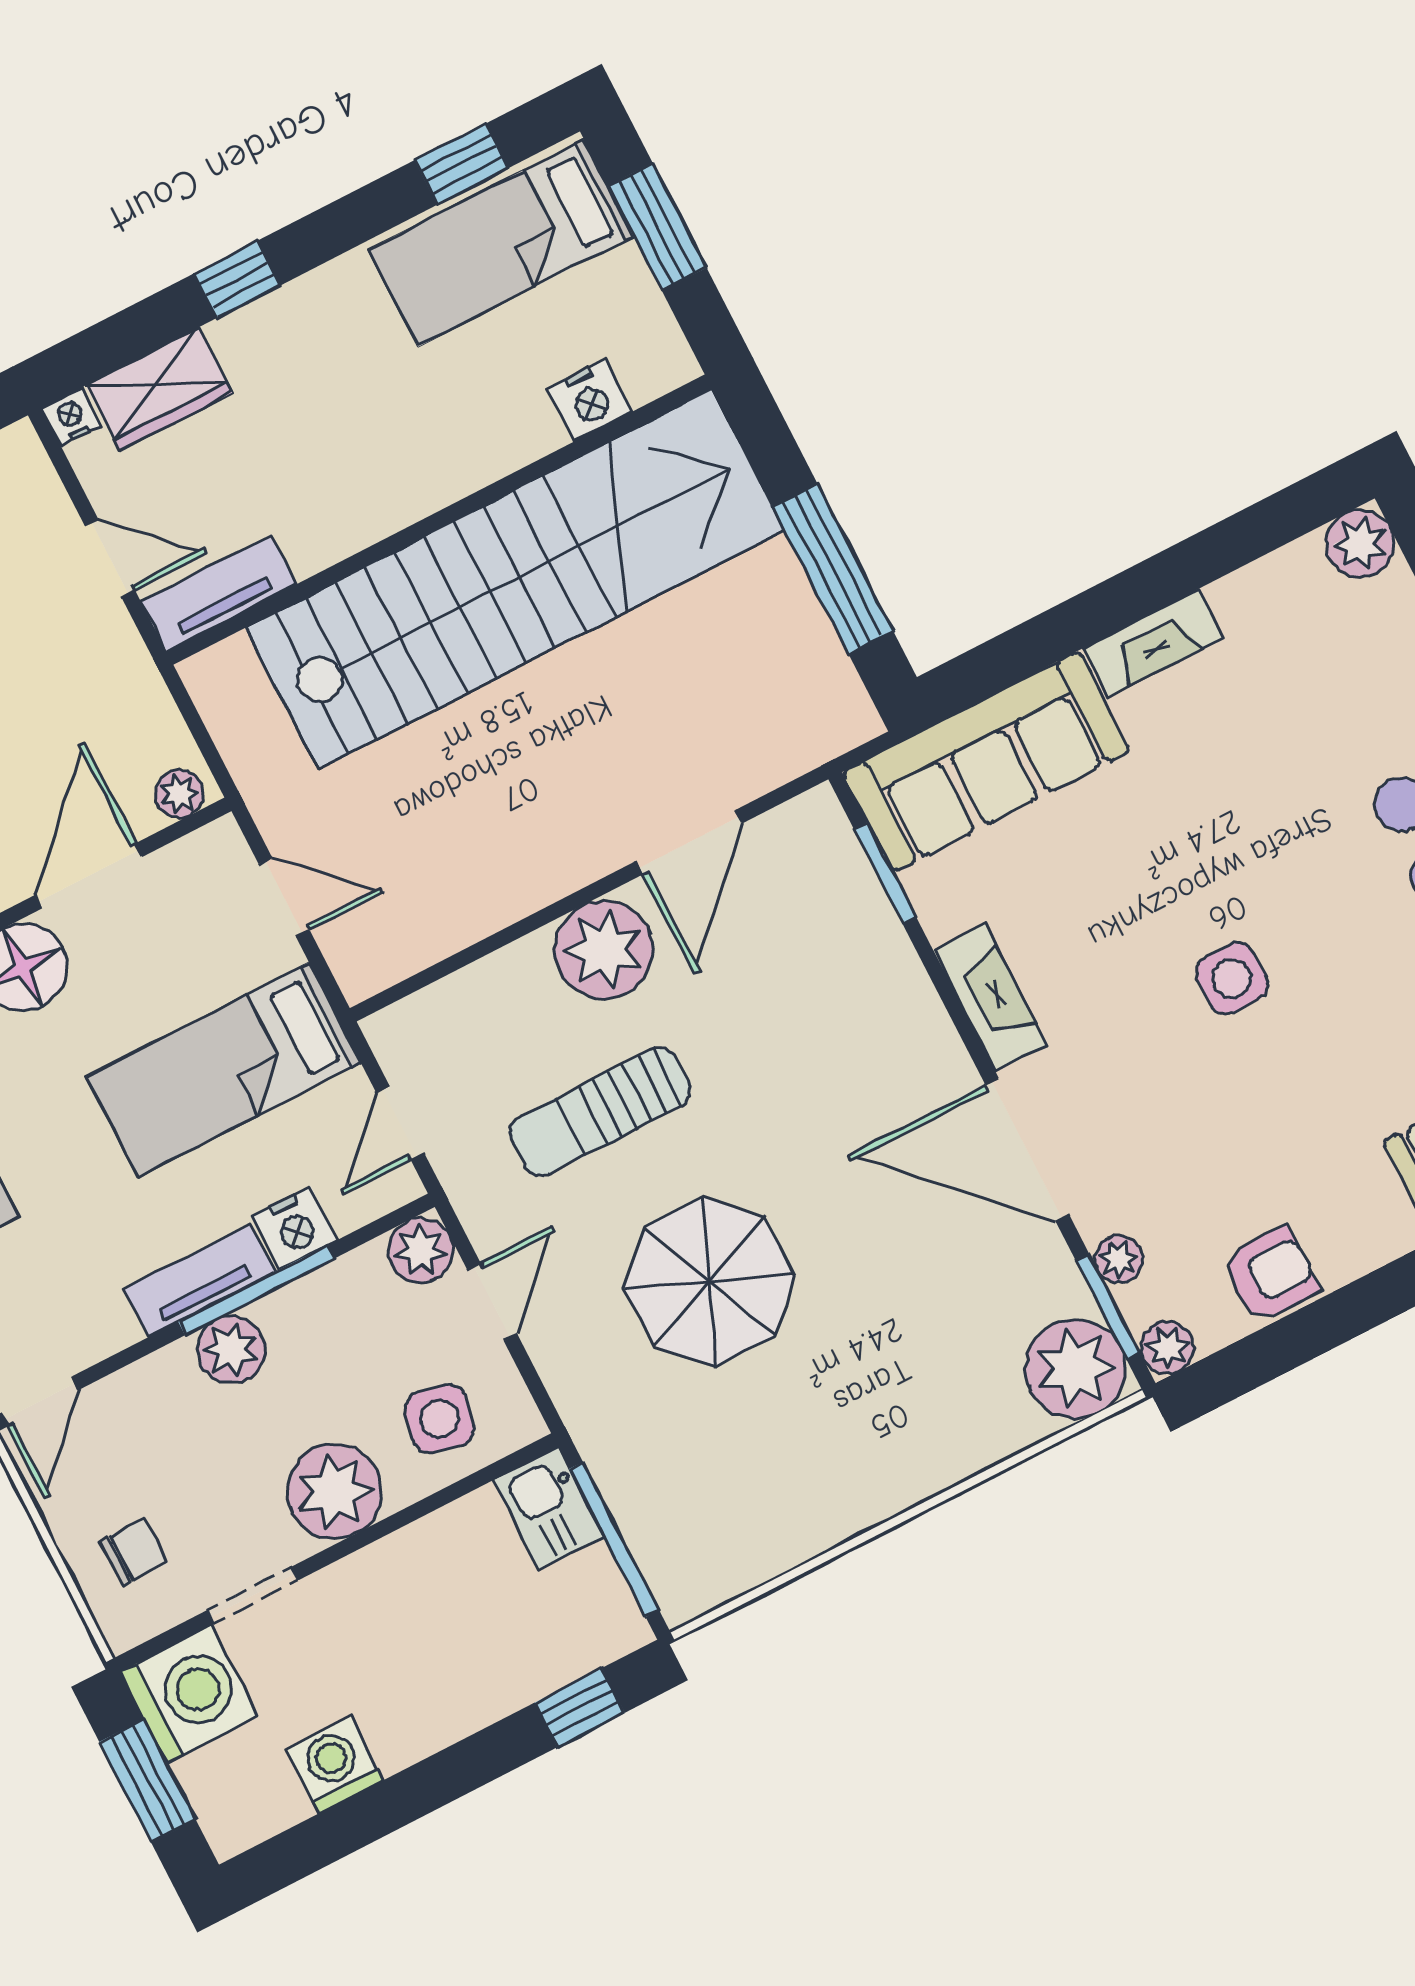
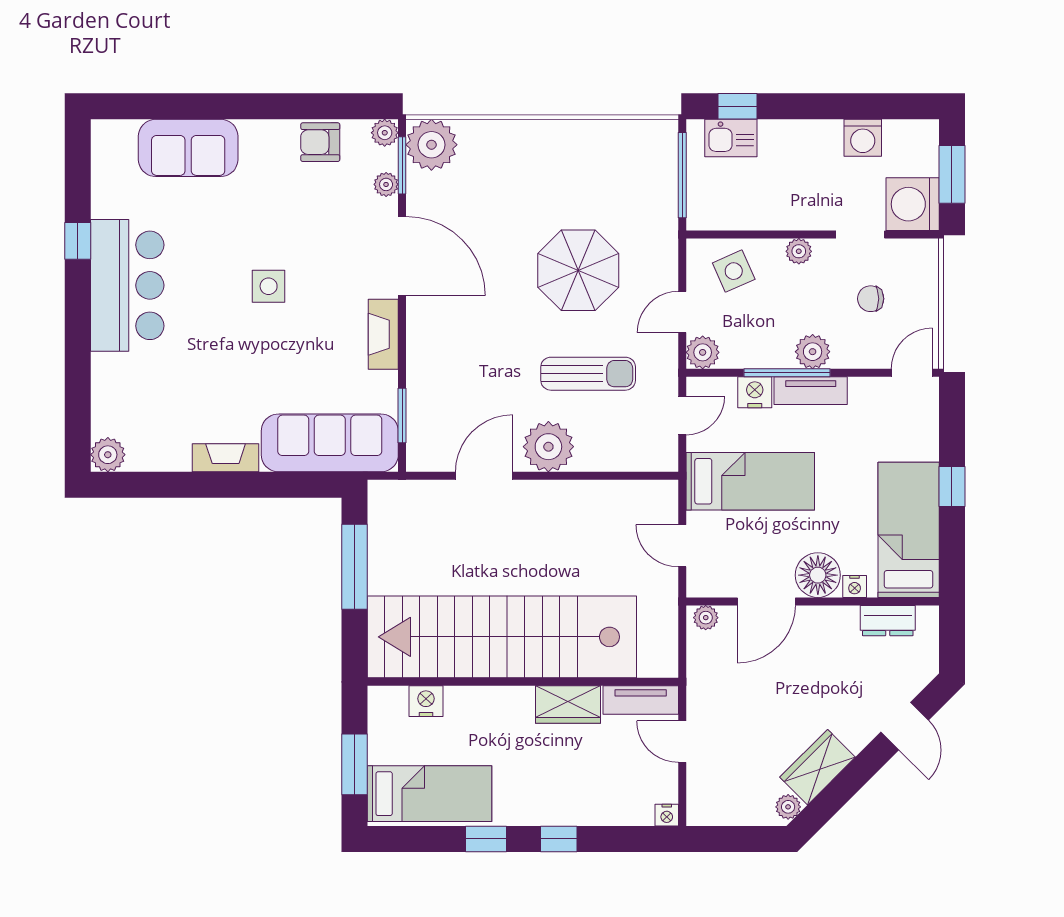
window: (461, 164) -> (486, 839), moved
wardrobe: (159, 389) -> (568, 705), moved, turned 180
side table: (439, 1419) -> (734, 271), turned -36
plant: (334, 1492) -> (799, 251), width x0.53, depth x0.53
kitchen sink: (549, 1508) -> (731, 138), moved, turned 90
chair: (134, 1552) -> (871, 299), moved

